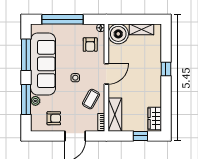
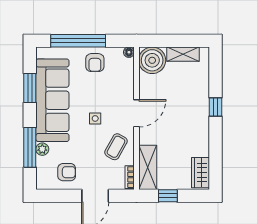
armchair: (90, 45) -> (95, 63), moved
window: (26, 55) -> (30, 88), width x0.69
window: (140, 136) -> (168, 196), moved

